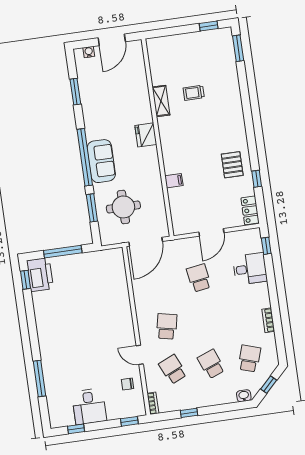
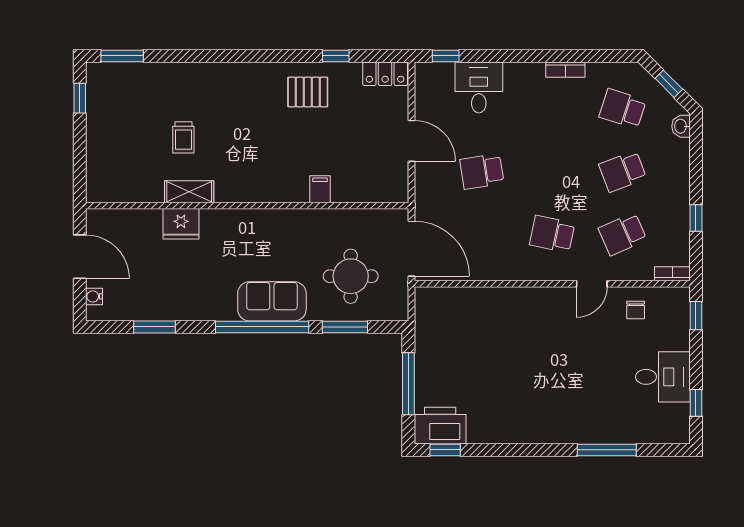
fridge: (146, 135) -> (181, 224), moved

